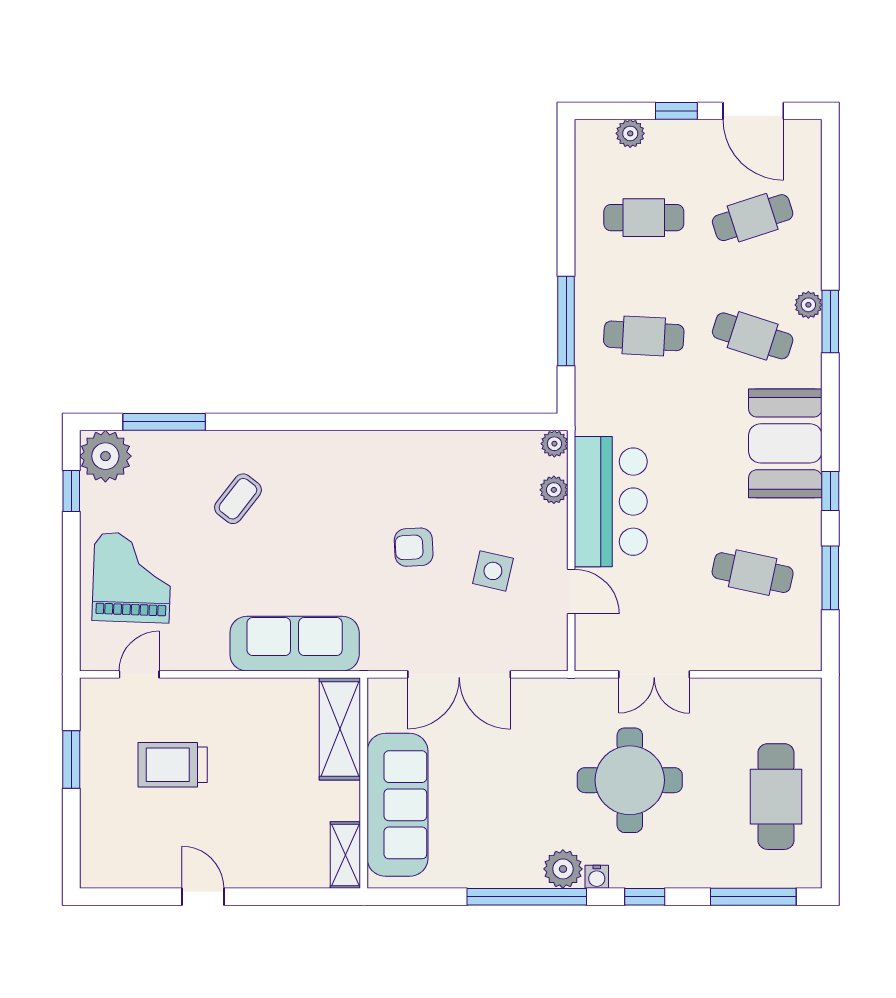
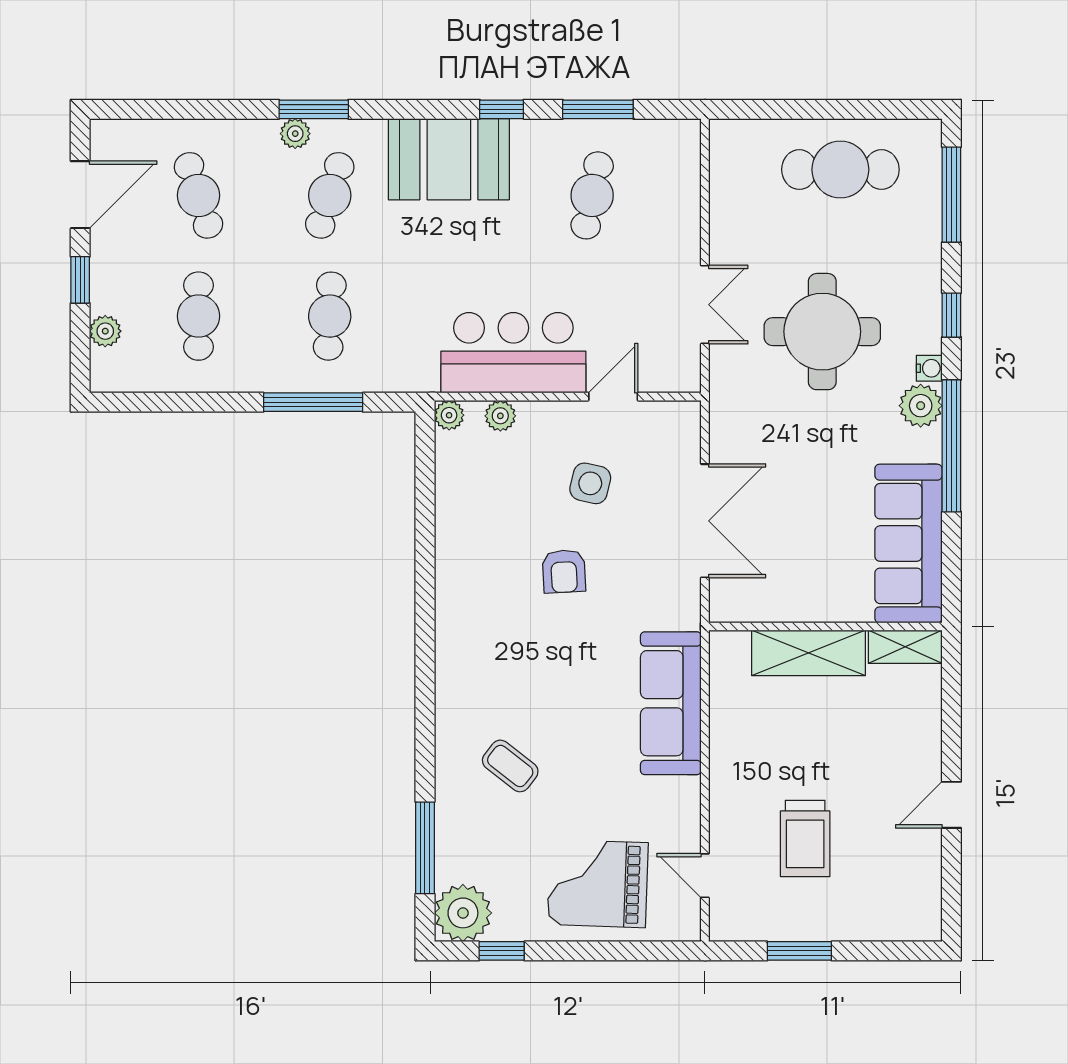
shelving: (340, 729) -> (808, 653), moved
sofa: (398, 805) -> (908, 544), moved, turned -90

